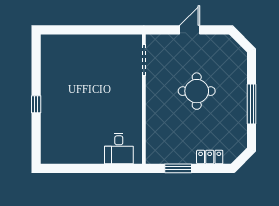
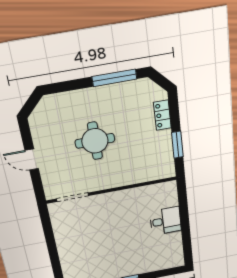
window: (252, 104) -> (114, 78), moved
desk: (119, 149) -> (165, 221), moved

